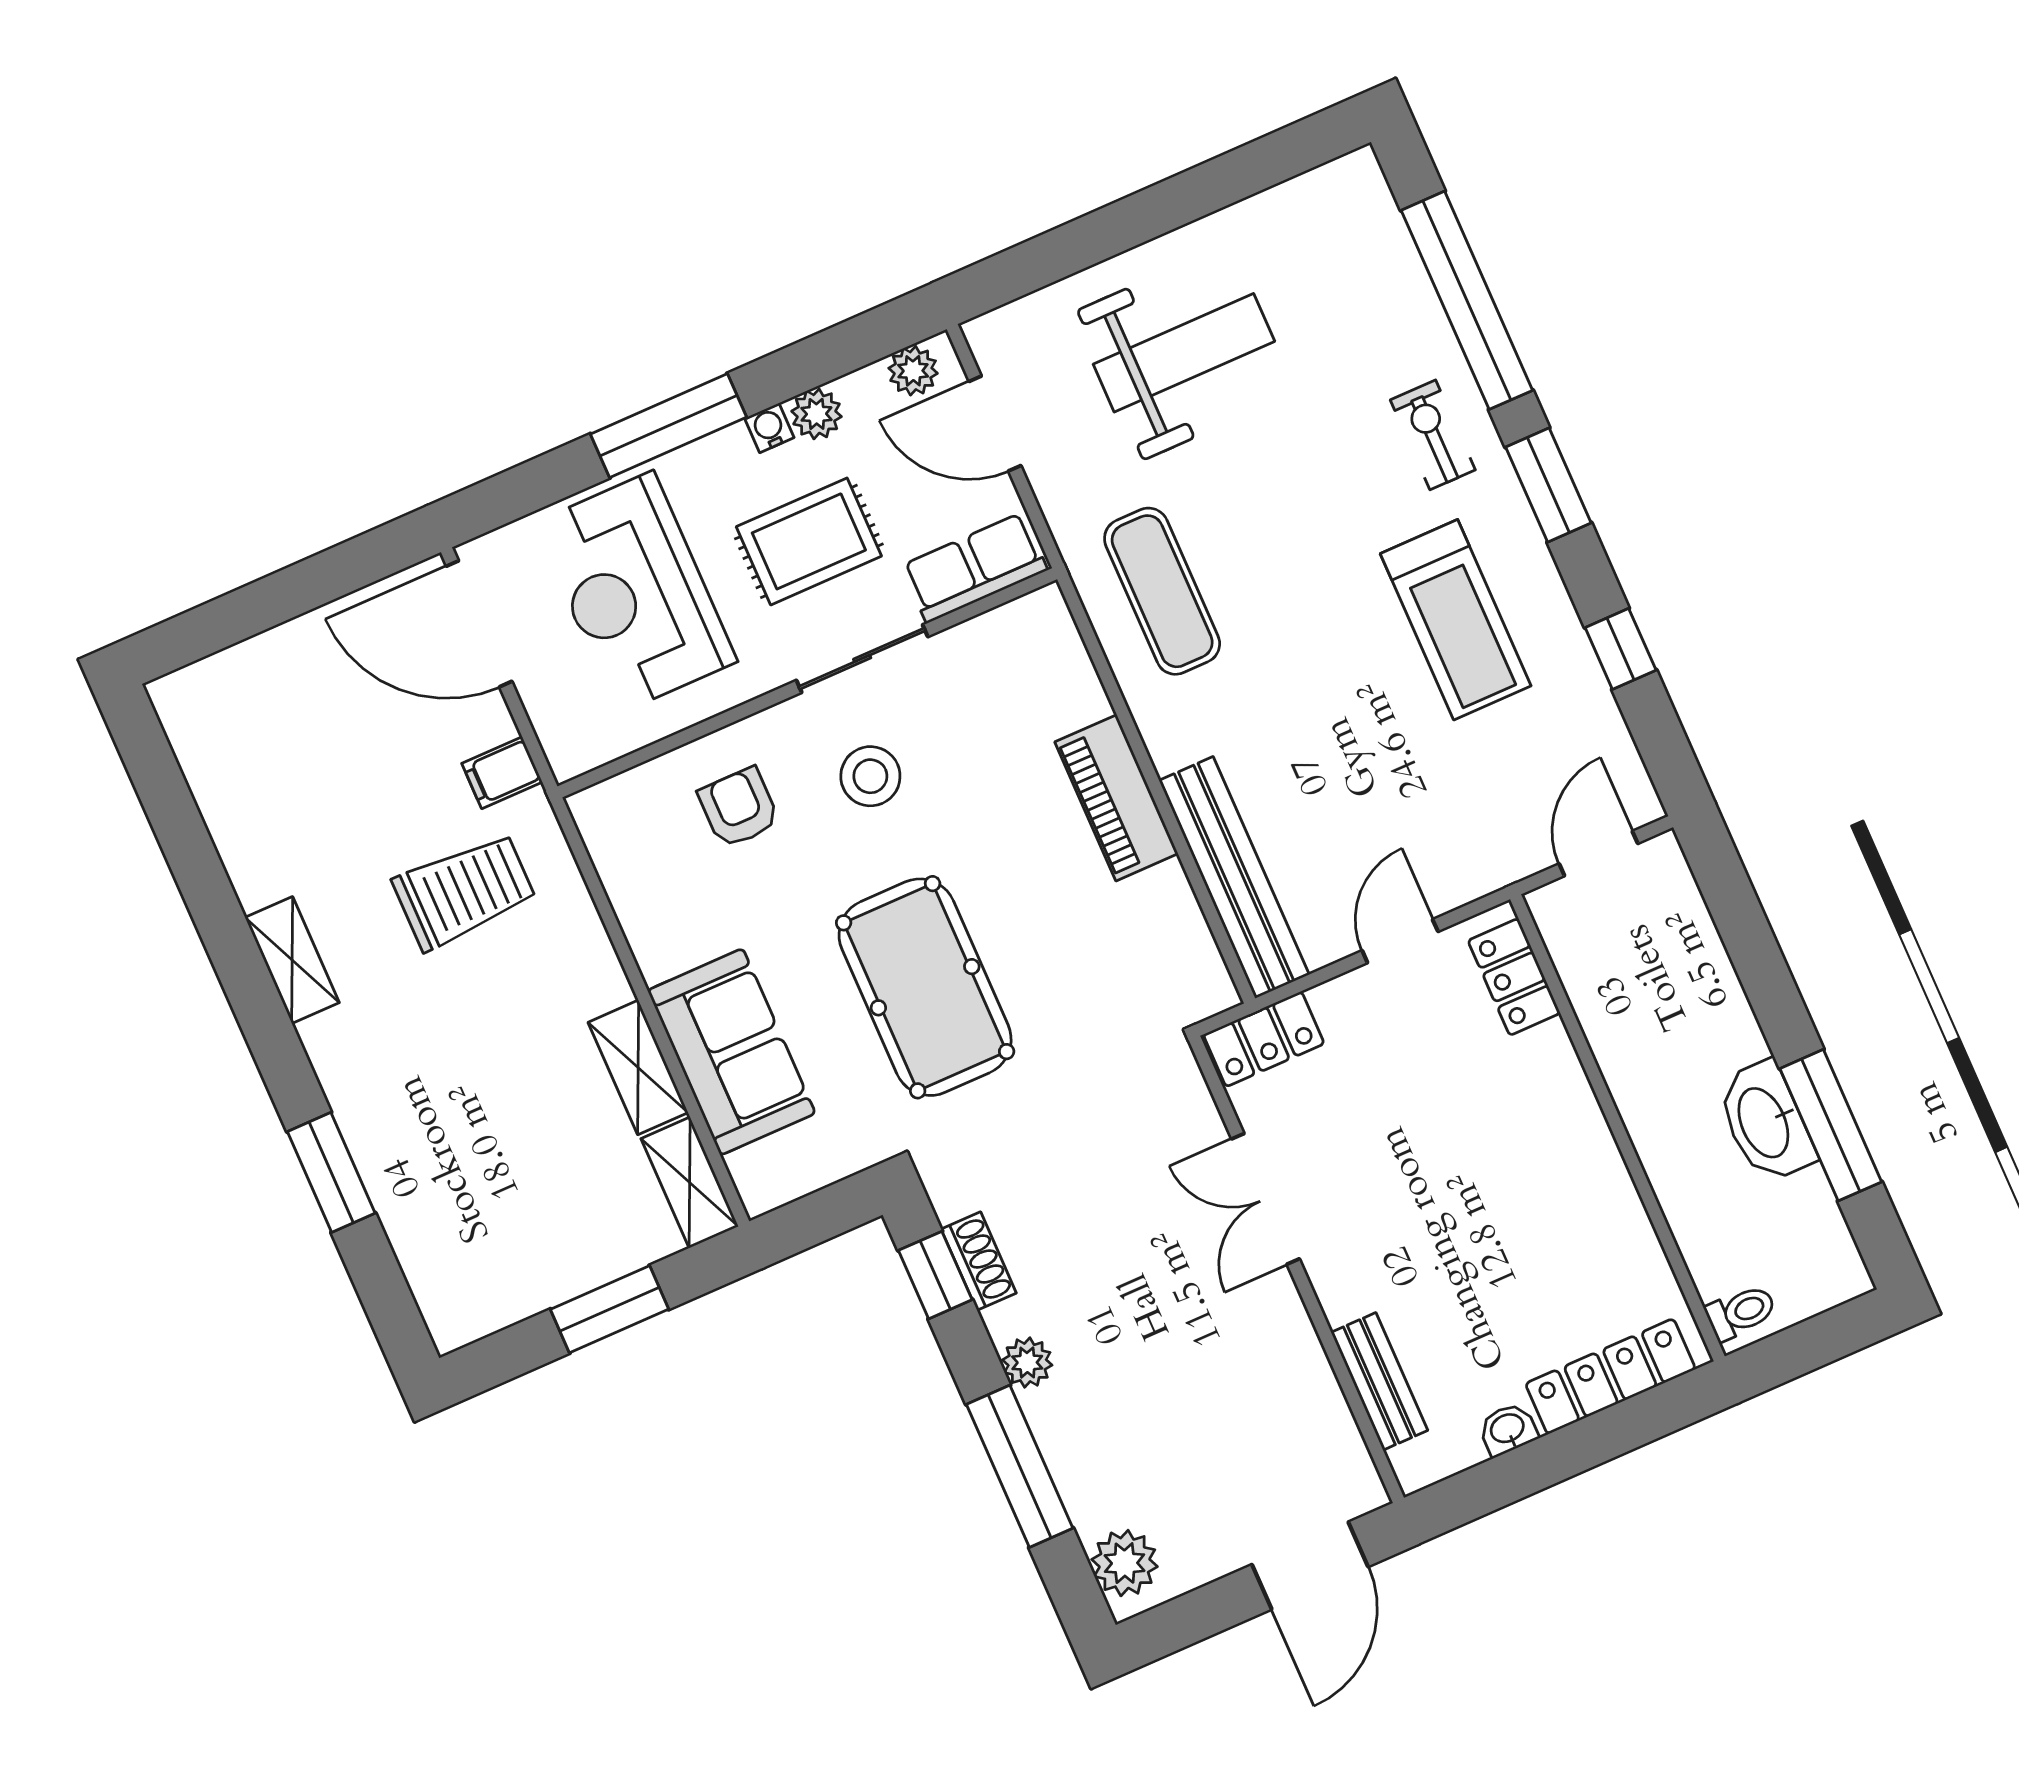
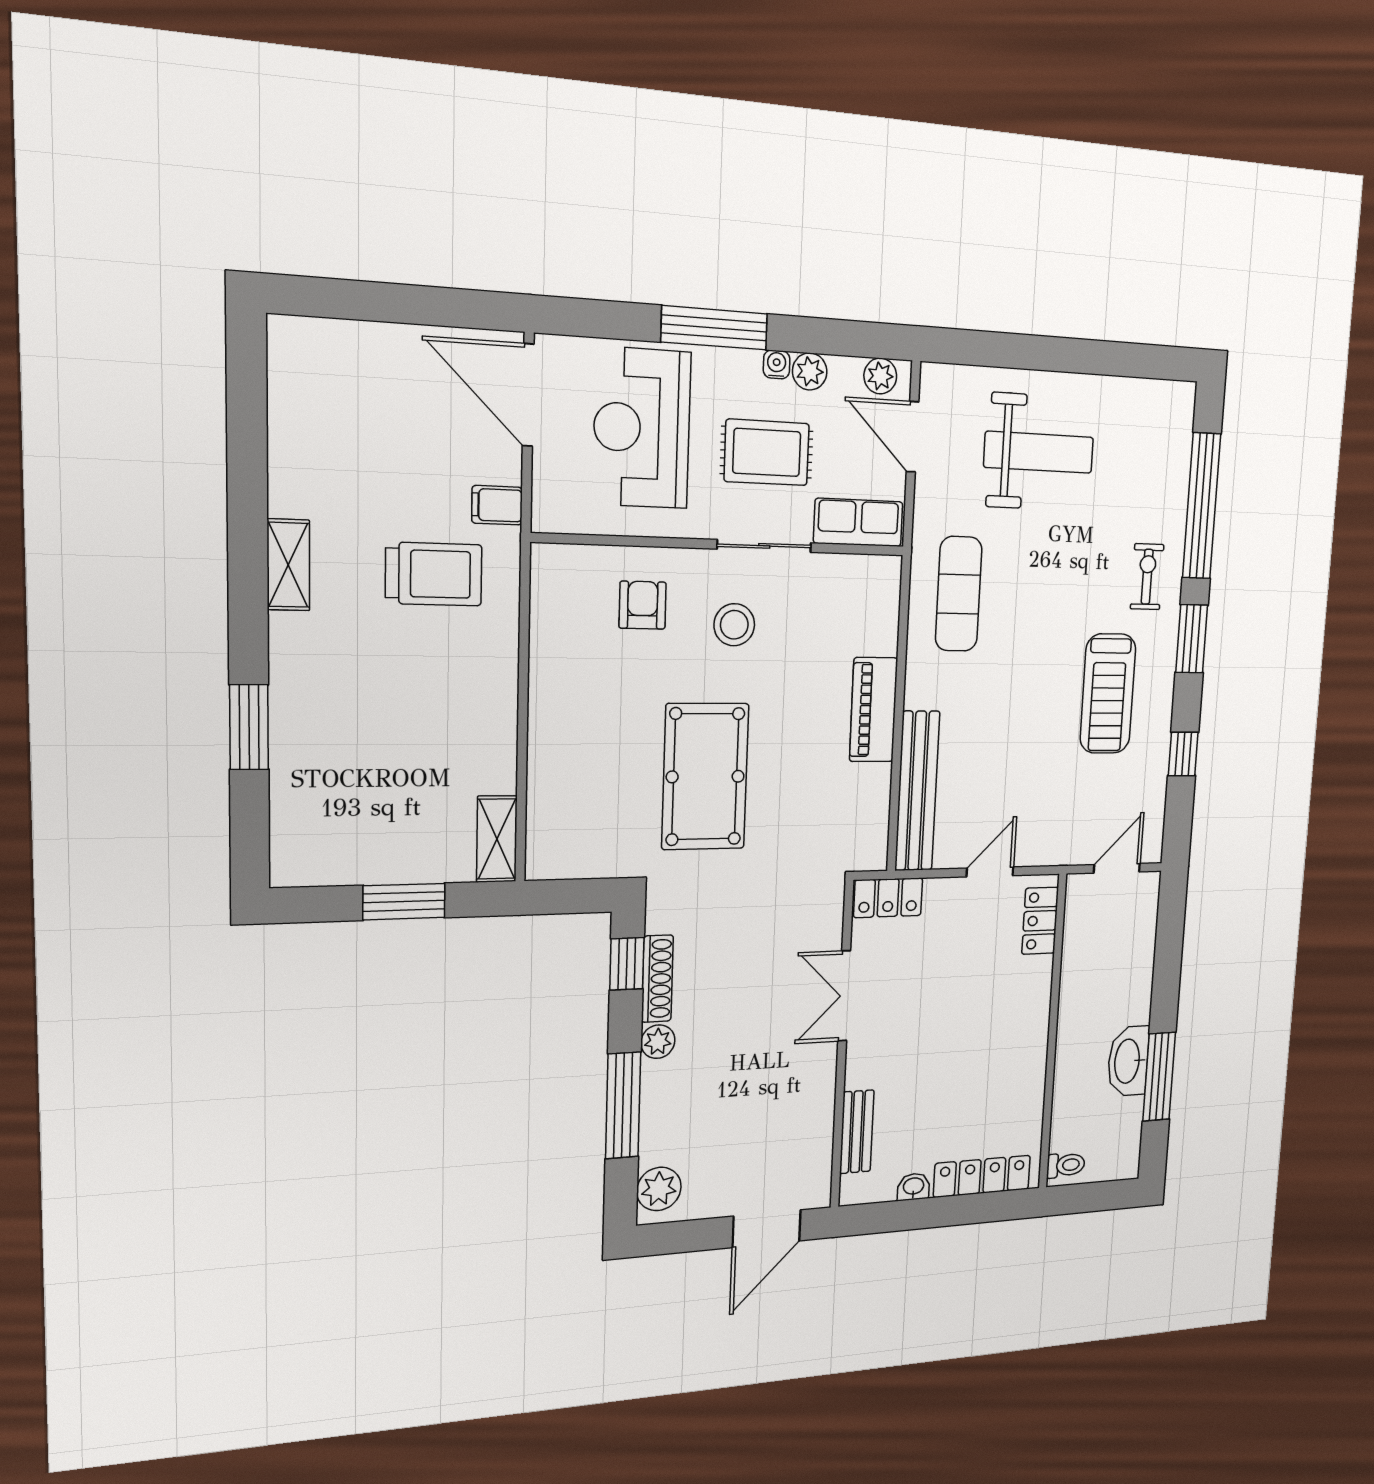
sofa: (731, 1052) -> (564, 764), removed
shelving: (638, 1067) -> (498, 748), removed
shoe rack: (979, 1261) -> (657, 979), width x1.43

